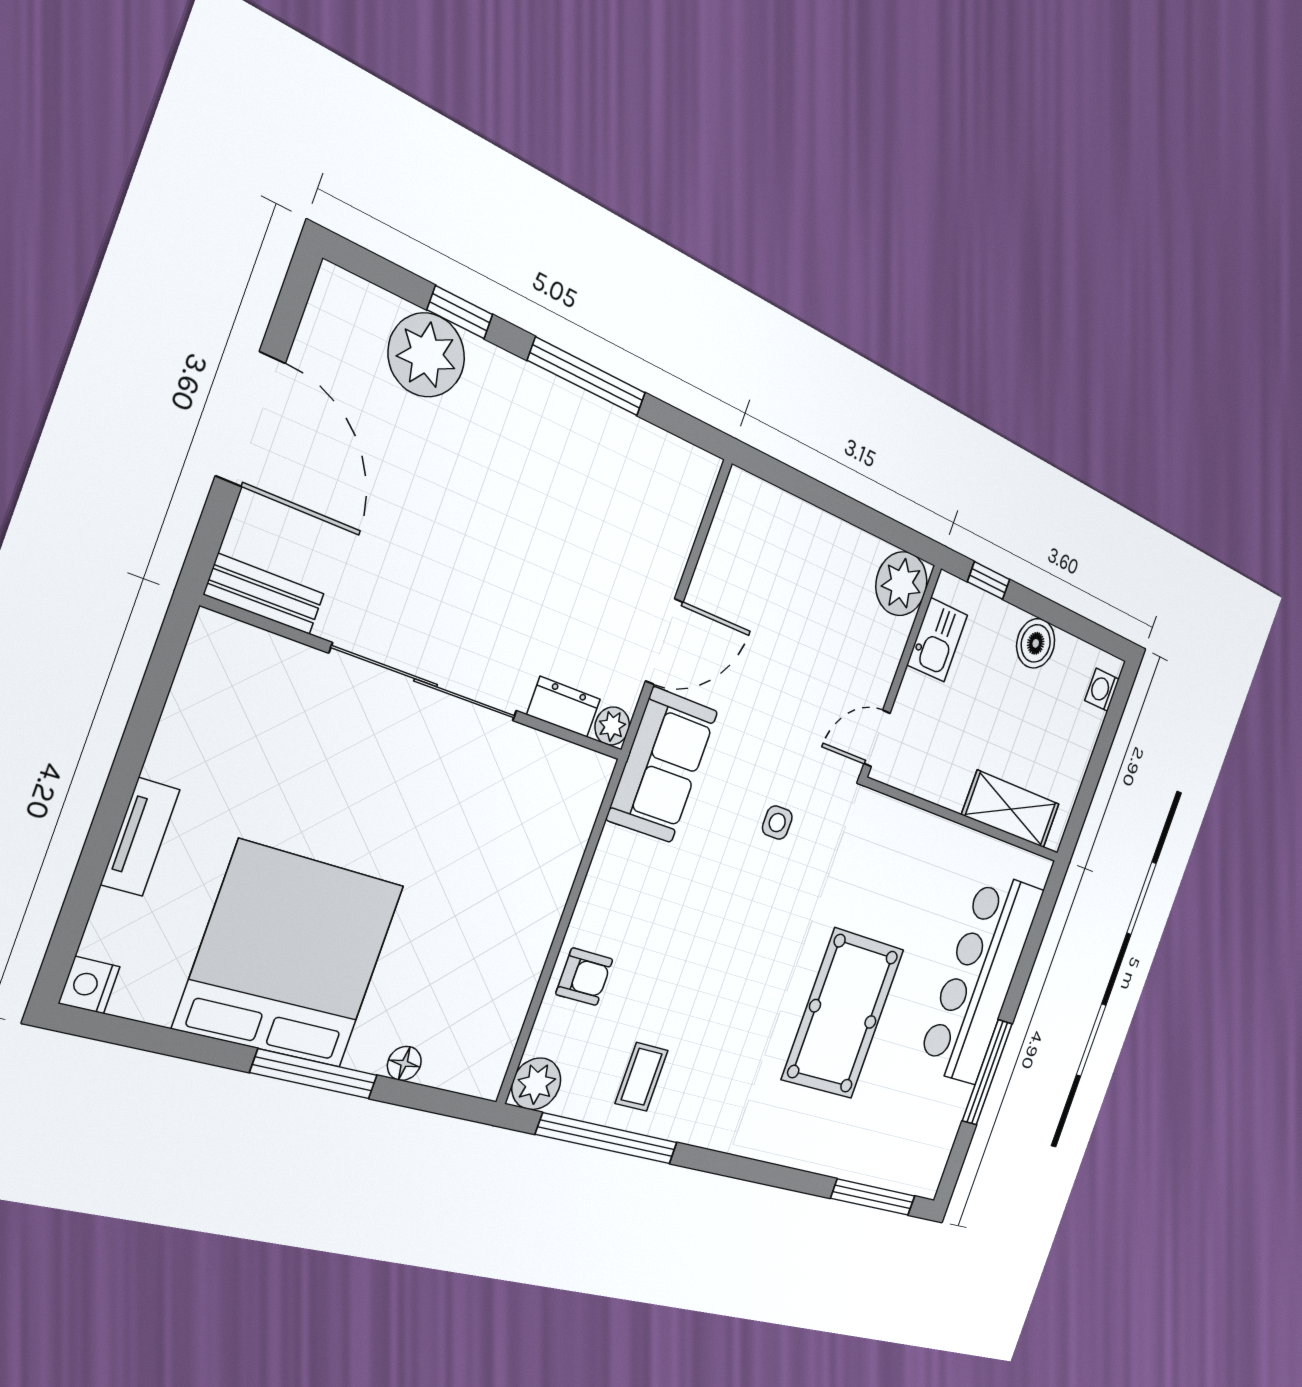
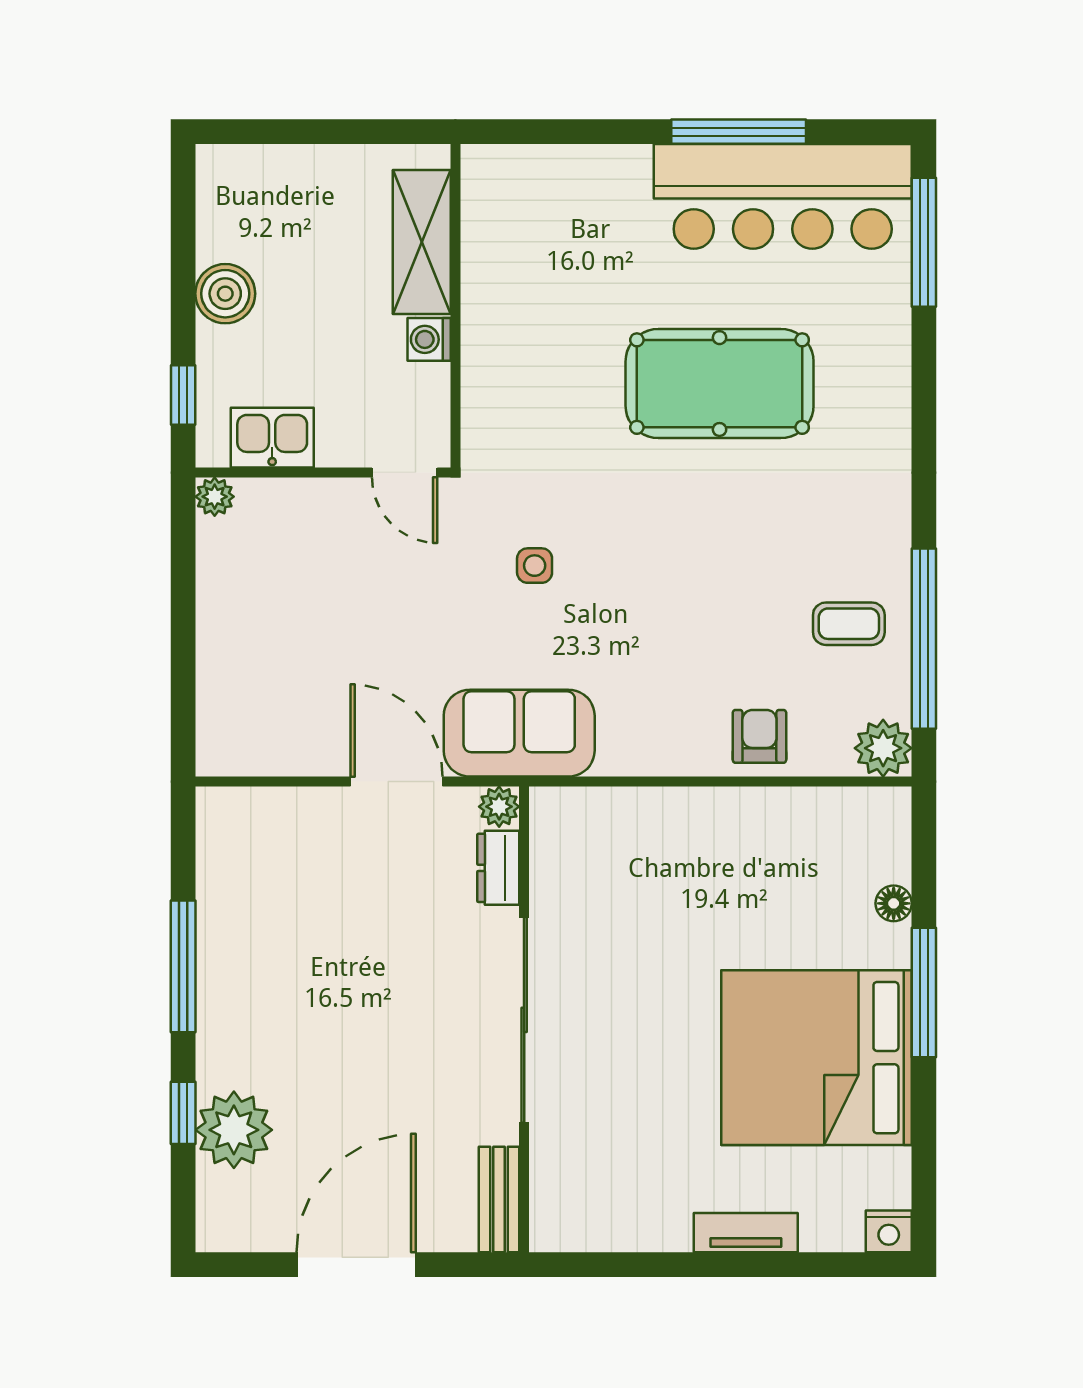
plant: (902, 584) -> (215, 497), width x0.53, depth x0.53
washing machine: (1102, 690) -> (429, 339), moved, turned 90
bar counter: (980, 978) -> (783, 196), moved

